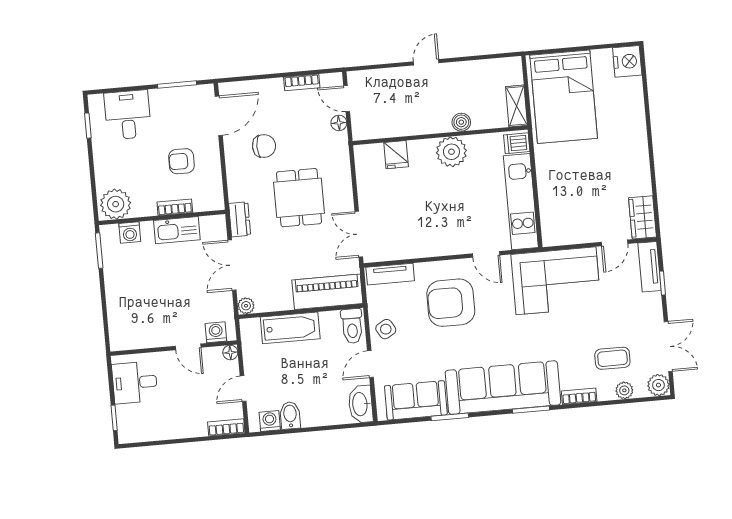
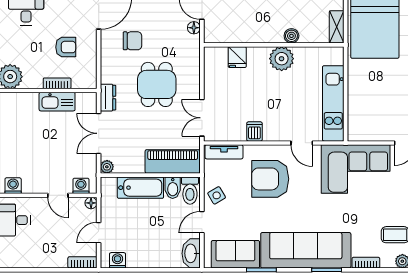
dishwasher: (517, 143) -> (254, 131), moved, turned 90
armchair: (181, 161) -> (66, 47), turned 180
washing machine: (130, 232) -> (13, 186), moved, turned 180
bidet: (290, 415) -> (173, 188), moved, turned 180

